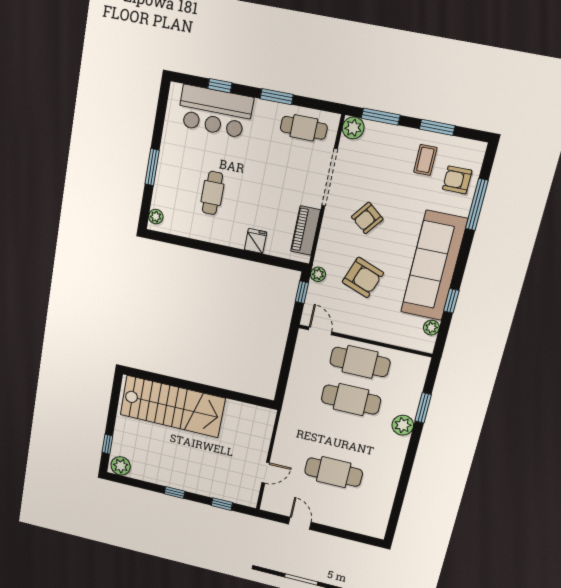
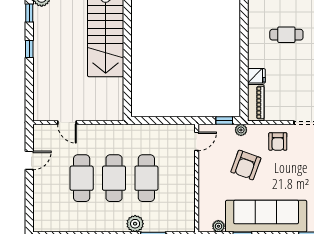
armchair: (367, 218) -> (278, 141), moved, turned -128
piano: (306, 231) -> (256, 103), moved, turned 90
cafe table: (360, 362) -> (114, 178), moved
window: (222, 504) -> (29, 13), moved

